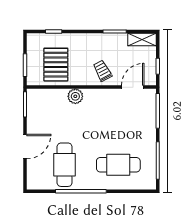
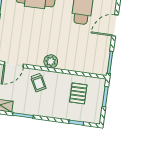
pallet: (56, 65) -> (78, 93), width x0.67, depth x0.71
plant: (75, 96) -> (51, 61), moved

